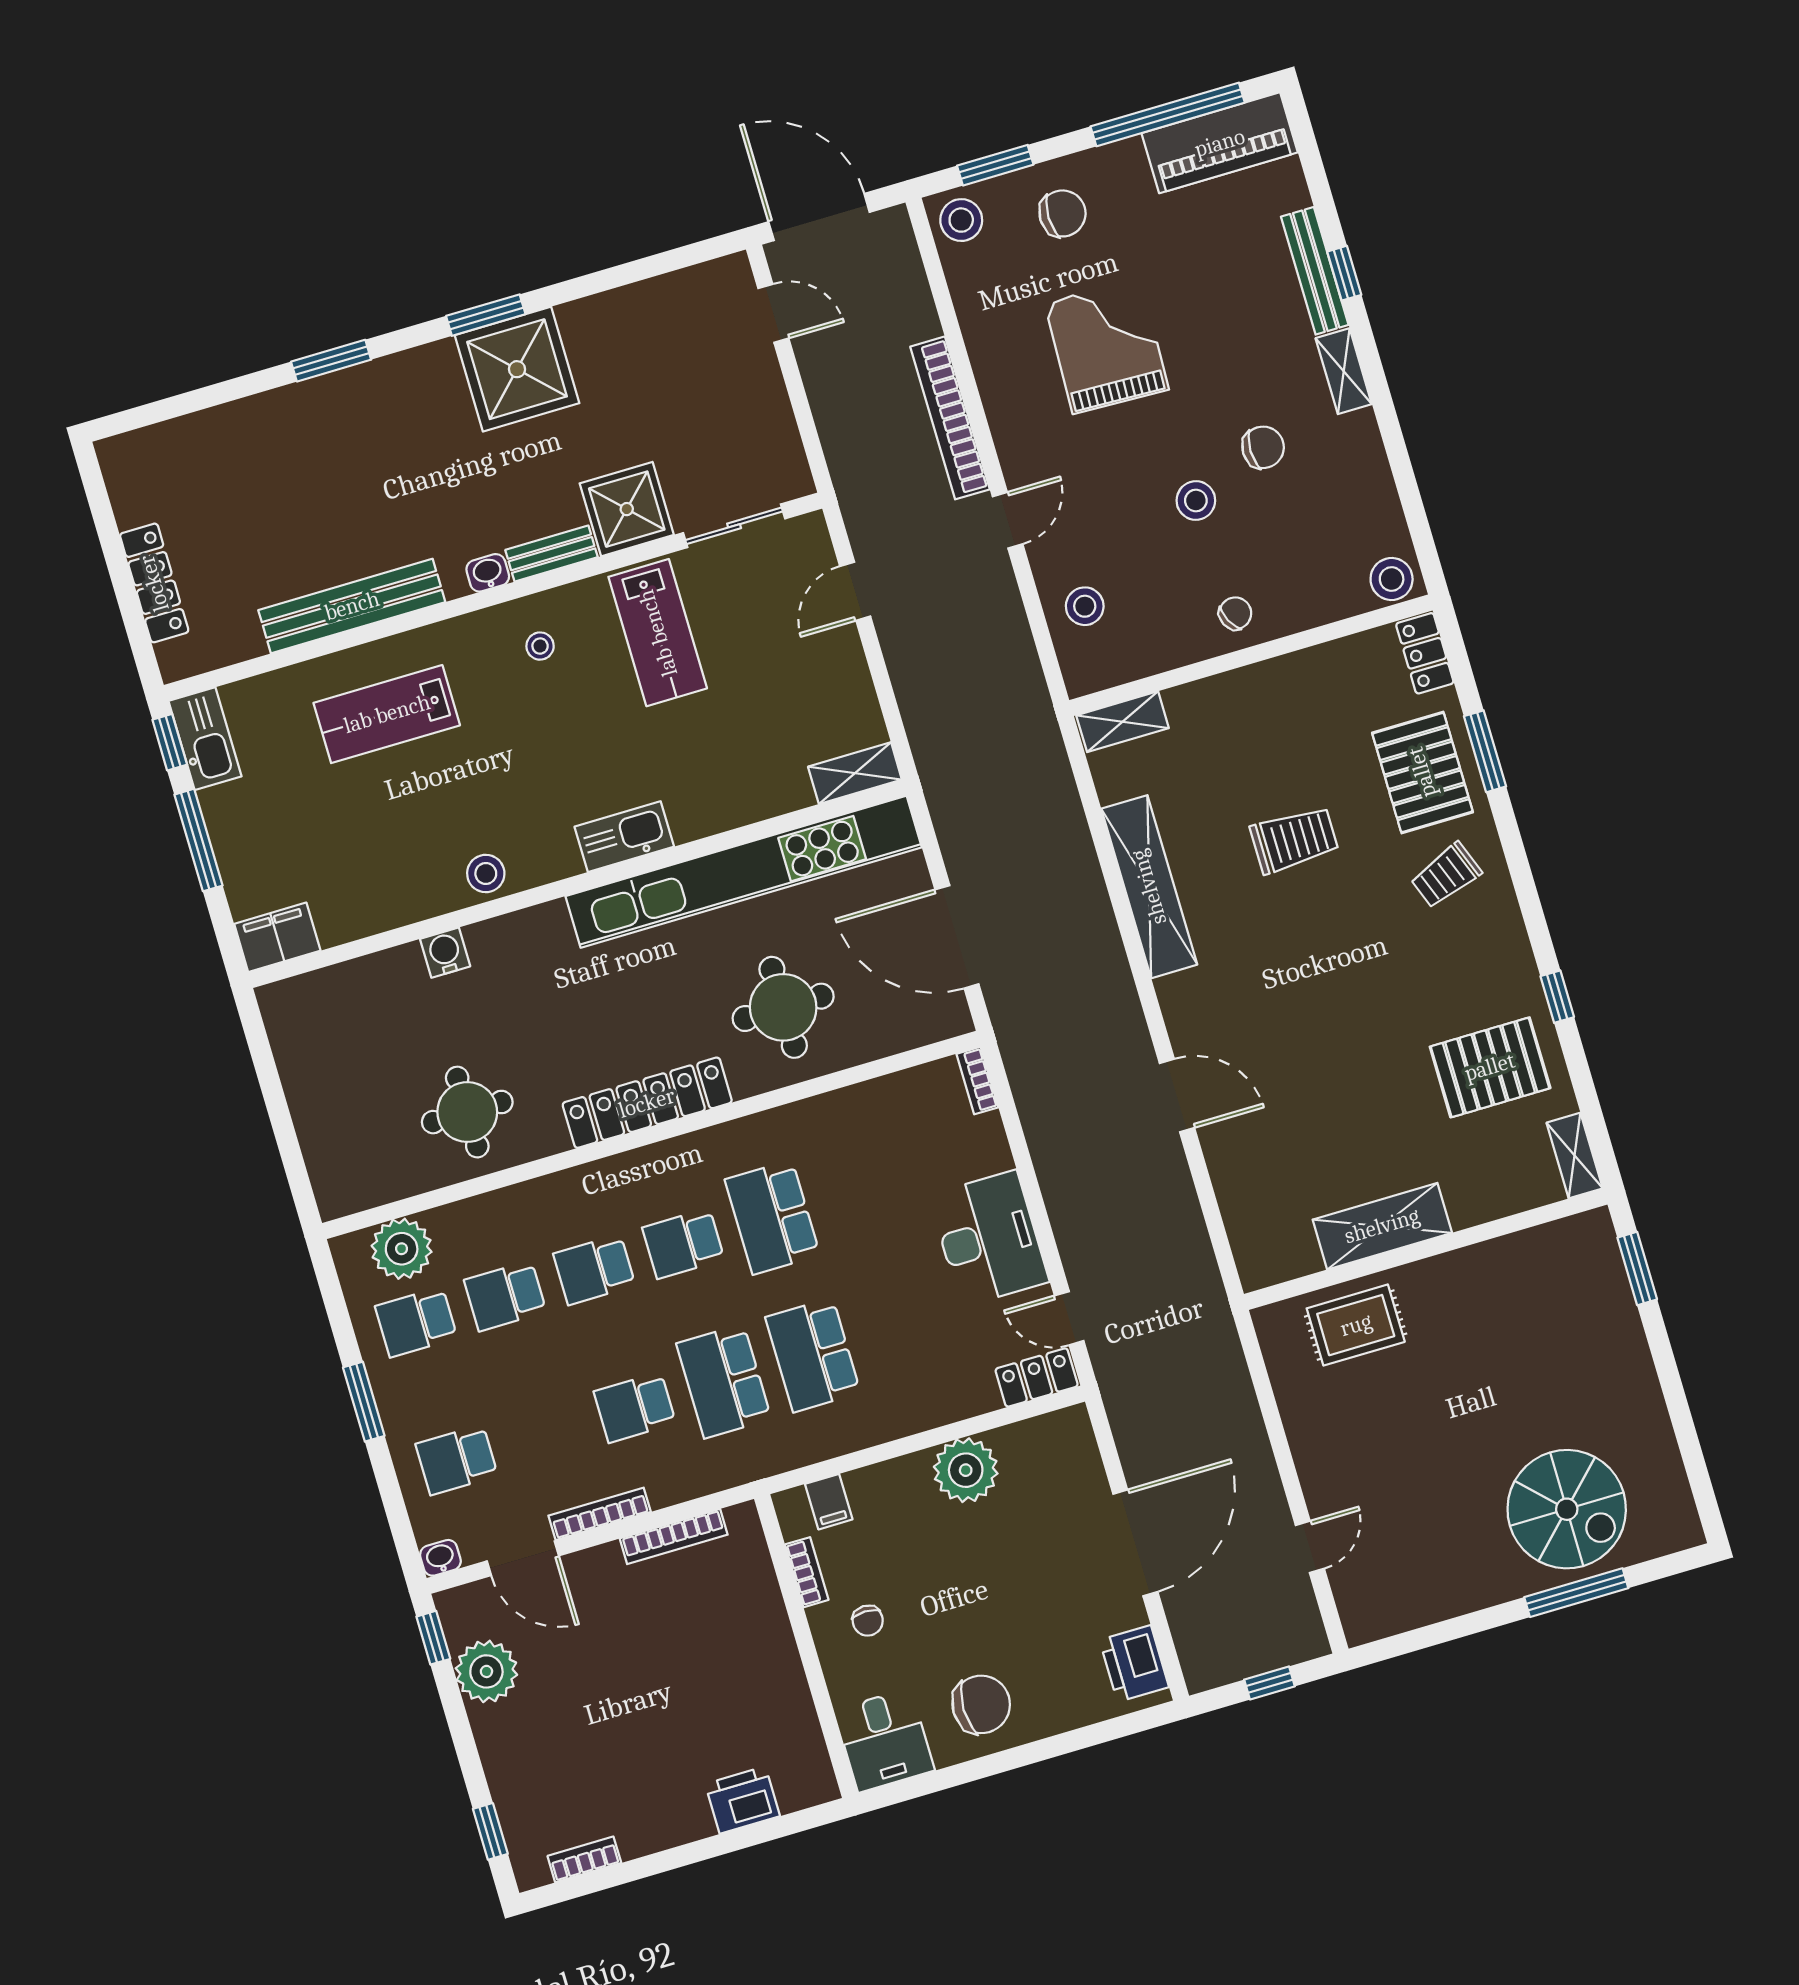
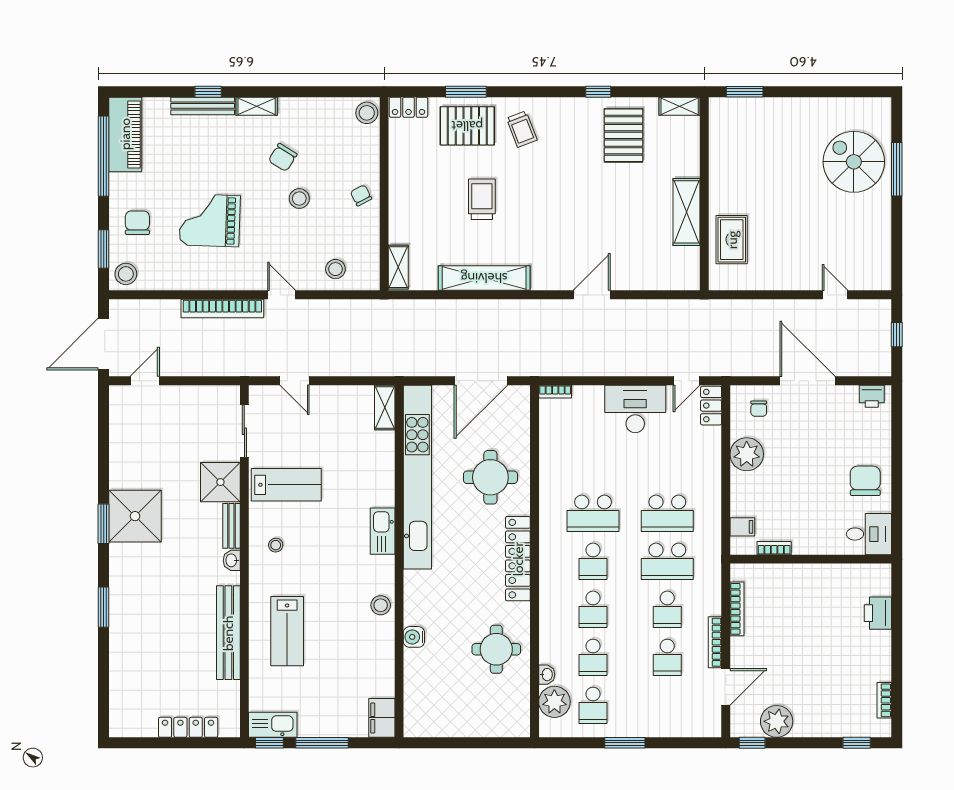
chair: (1263, 447) -> (283, 157), turned -148
school desk: (457, 1460) -> (667, 657), moved
spiral stairs: (1567, 1509) -> (854, 162), turned -90
washbasin: (440, 1558) -> (547, 675), moved, turned 180
chair: (868, 1621) -> (759, 409), moved, turned 90
printer: (1134, 1664) -> (872, 396), width x0.73, depth x0.81

